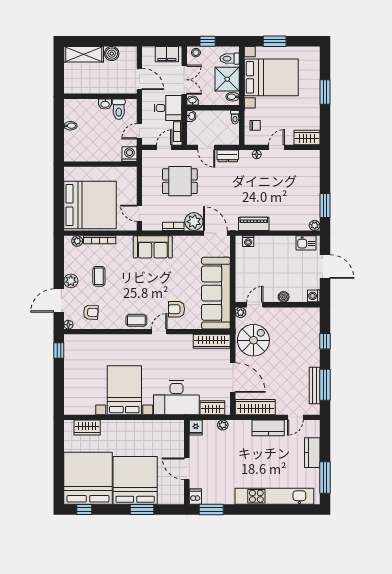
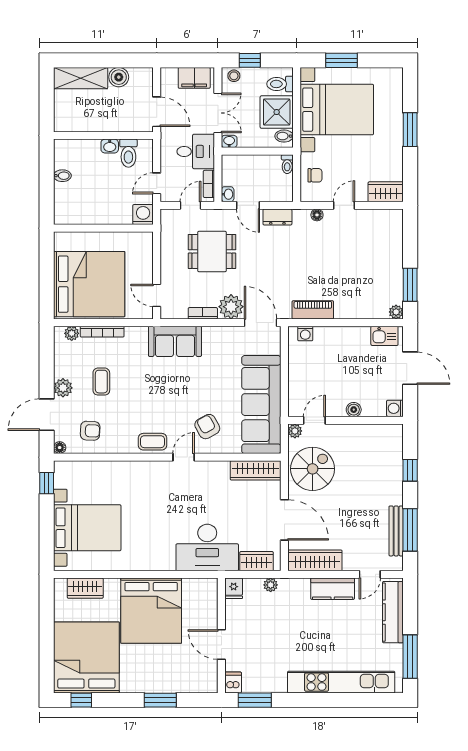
washbasin: (191, 116) -> (228, 194), moved
armchair: (176, 309) -> (207, 427), turned 61
bed with nightstands: (124, 390) -> (87, 528), moved, turned 90
kitchen counter: (312, 453) -> (393, 612), width x1.50
bed: (135, 480) -> (151, 611), moved, turned 180

